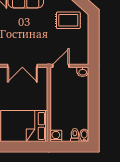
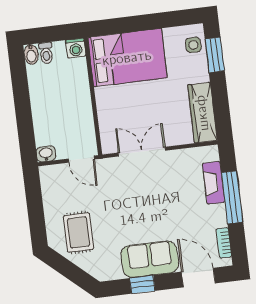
rug: (68, 20) -> (78, 232), turned 90
door: (61, 66) -> (81, 159), hinge flipped

